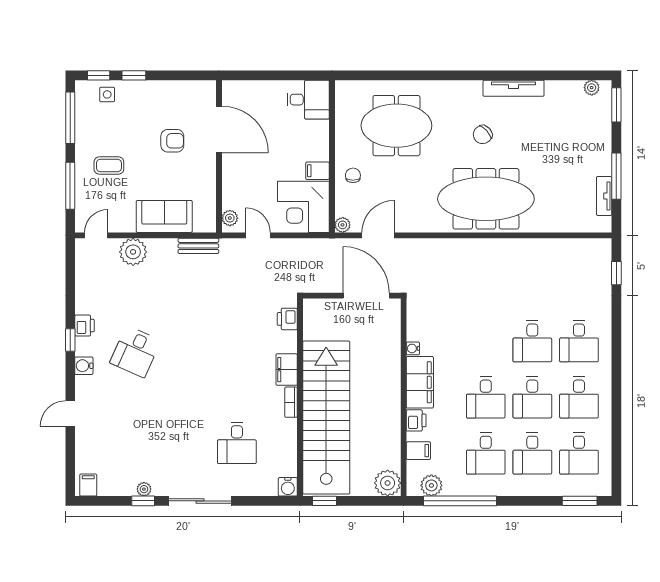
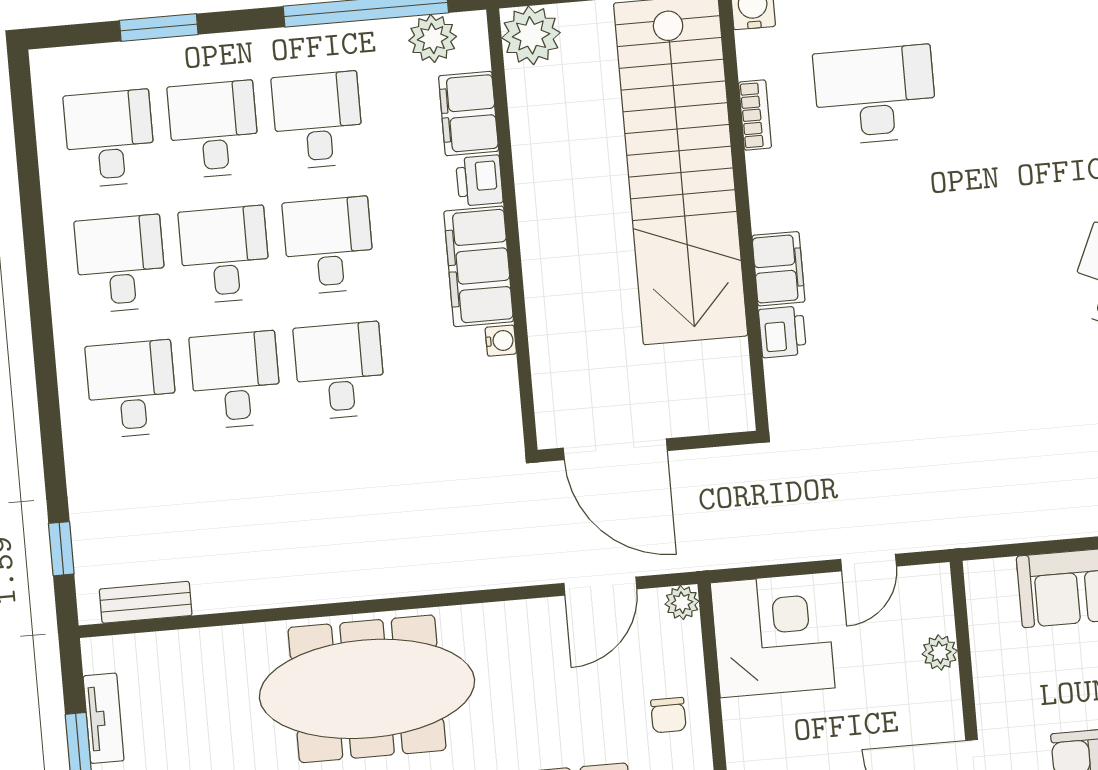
filing cabinet: (318, 171) -> (748, 719), removed
plant: (230, 218) -> (940, 653), moved
door: (258, 235) -> (869, 563), hinge flipped
bench: (198, 246) -> (146, 602), moved
printer: (287, 319) -> (782, 332), moved
desk: (486, 341) -> (340, 371), added
bookcase: (291, 402) -> (755, 115), moved
desk: (237, 443) -> (875, 95), width x1.37
filing cabinet: (418, 451) -> (469, 114), width x2.00
window: (580, 501) -> (159, 28), moved

